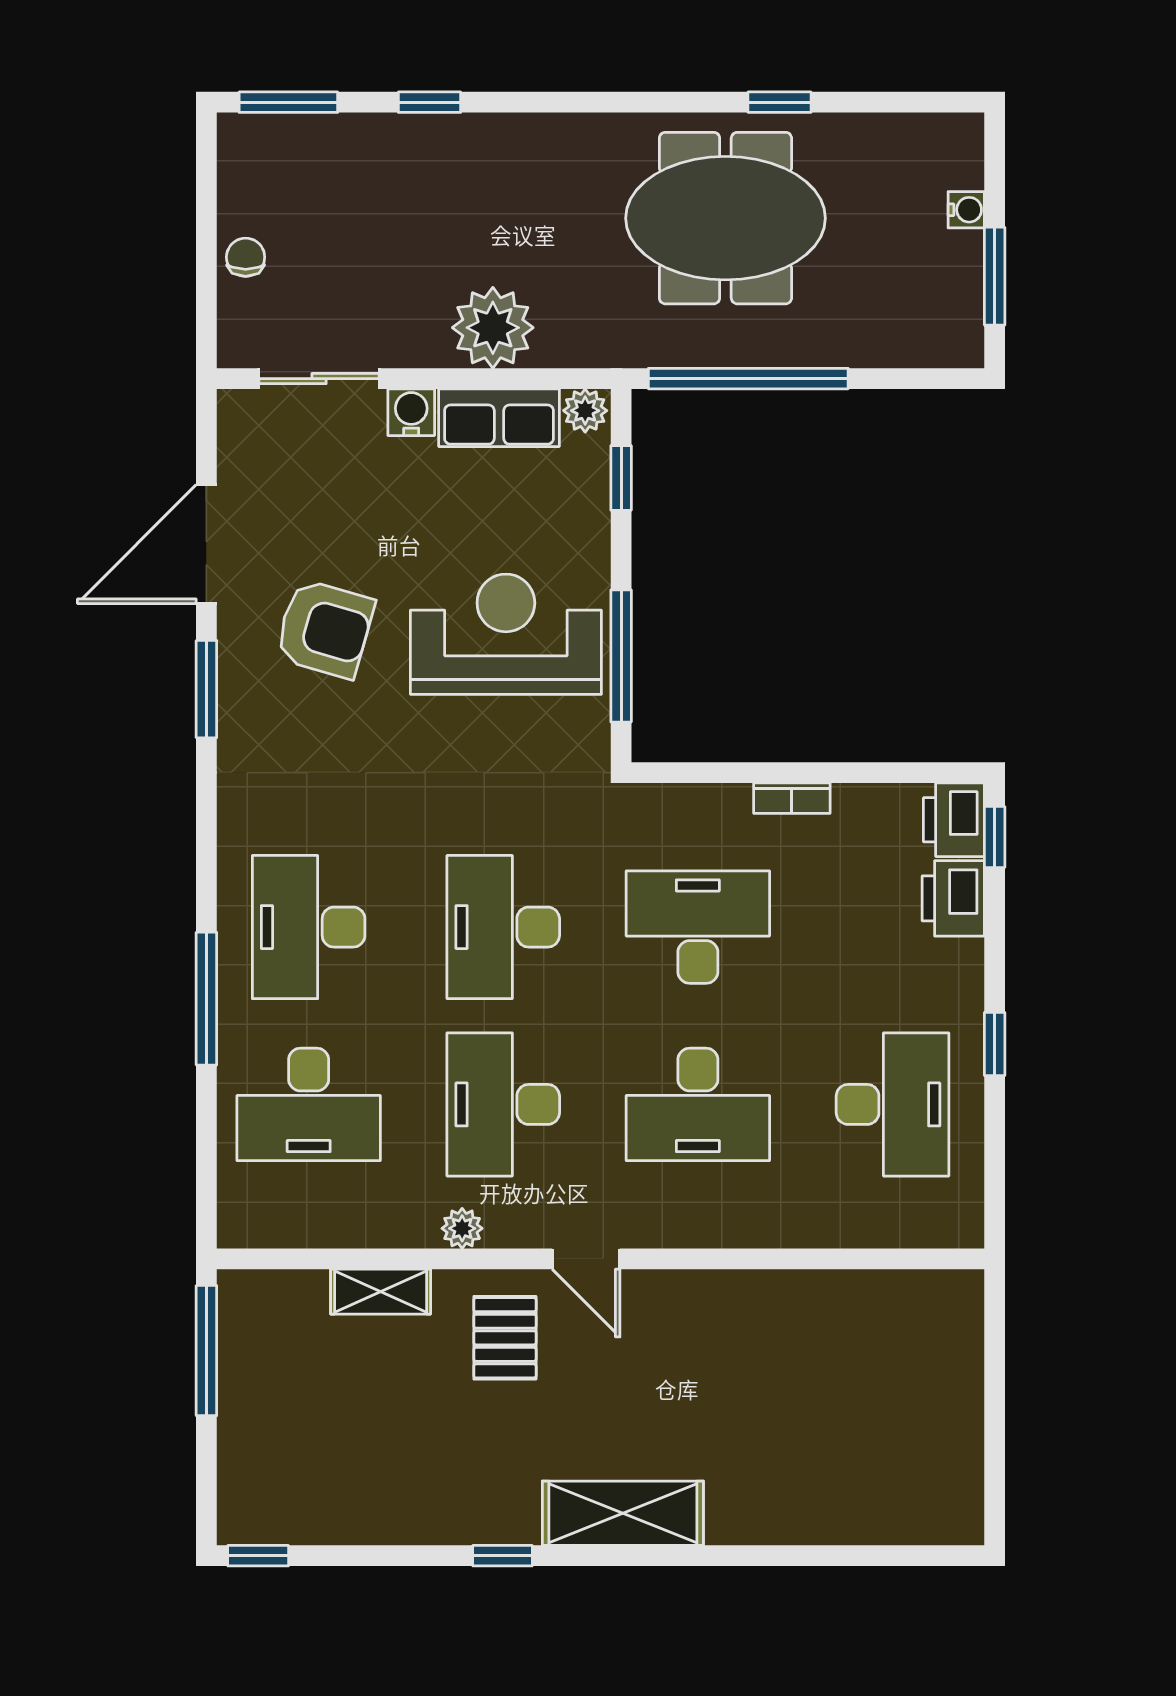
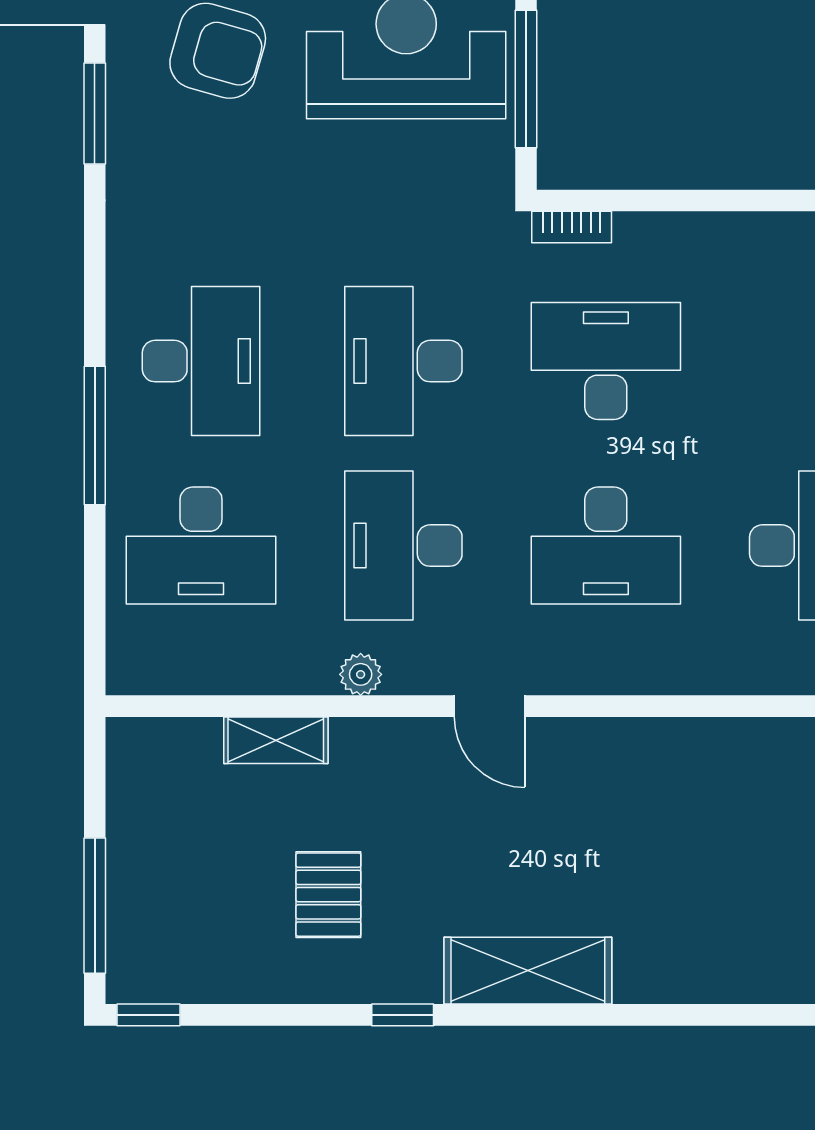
bookcase: (792, 798) -> (572, 227), moved
desk: (309, 927) -> (201, 361), turned 180
pallet: (505, 1338) -> (328, 895), moved
window: (206, 1351) -> (95, 906), moved

